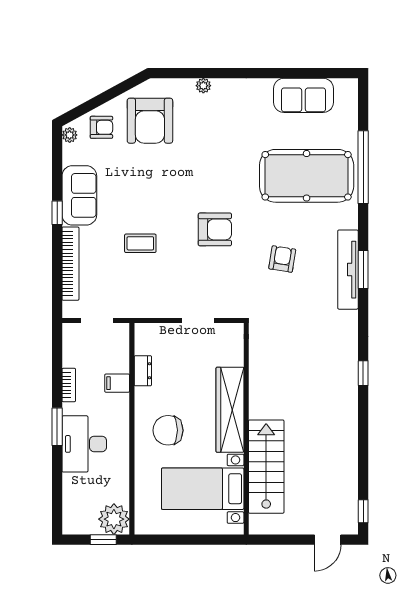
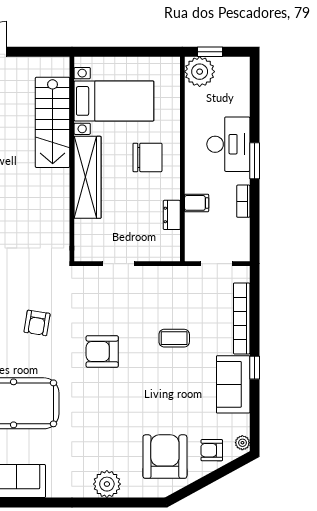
plant: (203, 86) -> (107, 484), width x1.88, depth x1.88

